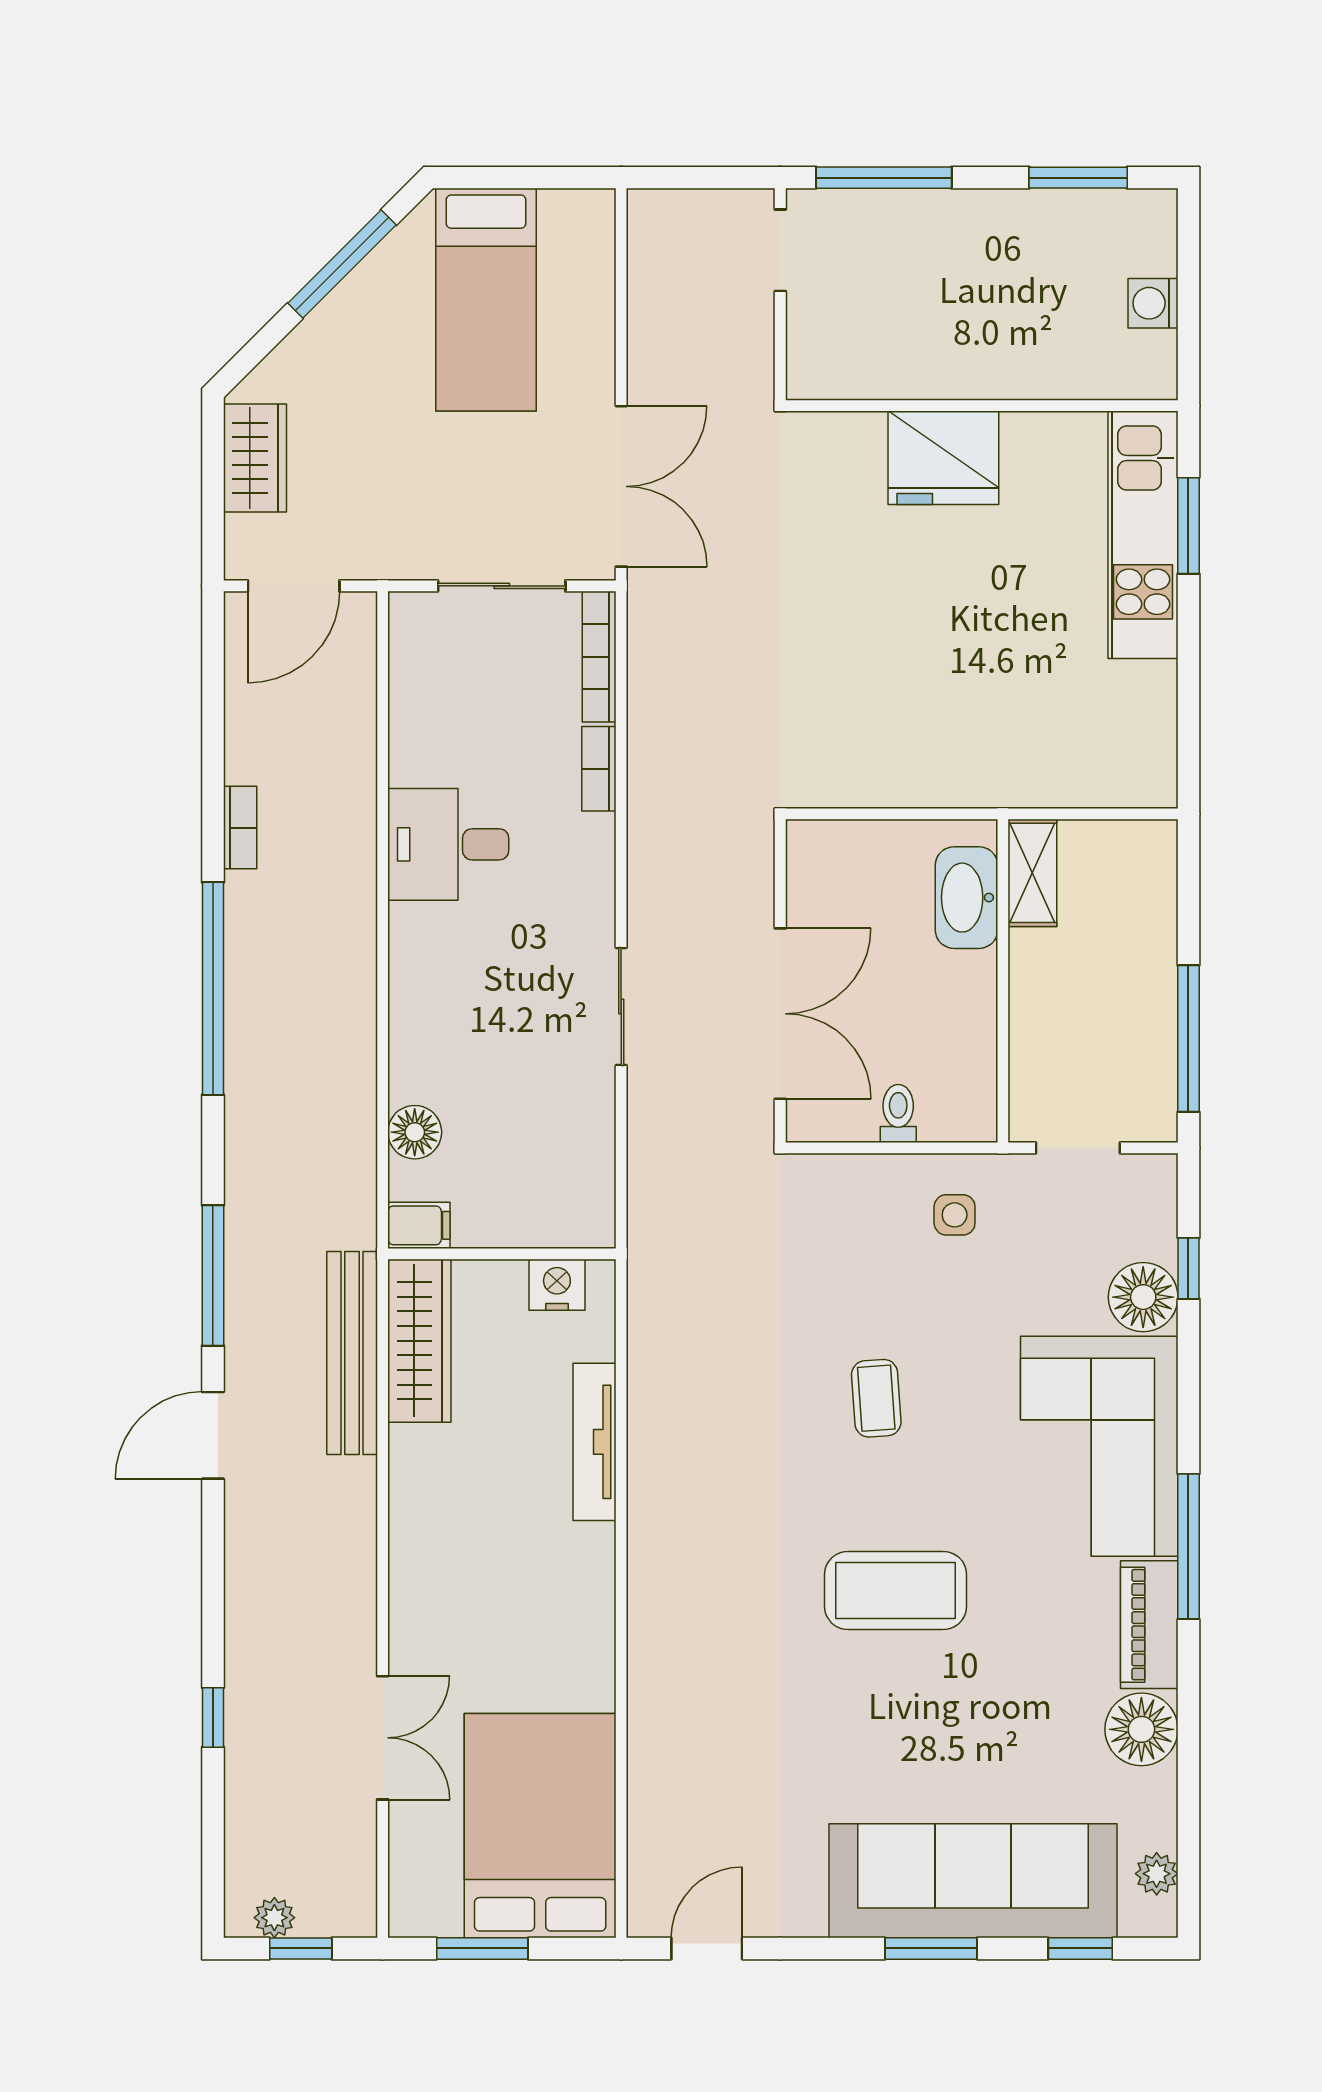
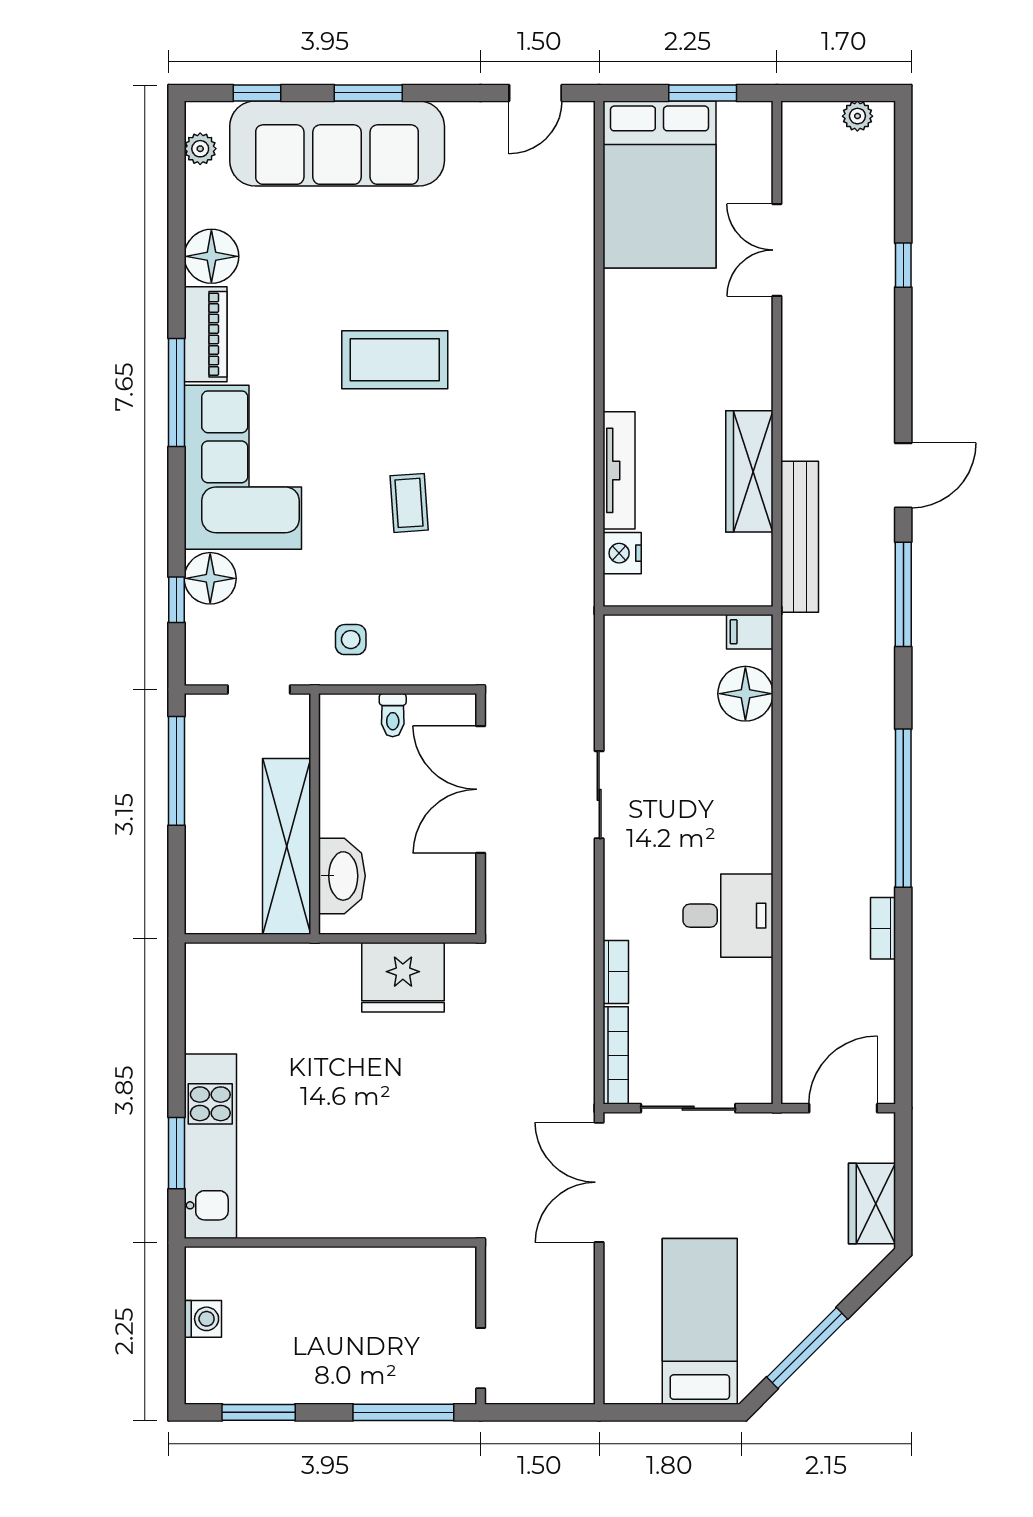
fridge: (943, 458) -> (403, 977), moved, turned 180
shelving: (1032, 873) -> (287, 846), width x2.20, depth x1.33
floor lamp: (415, 1132) -> (745, 694), width x1.38, depth x1.38
nightstand: (557, 1285) -> (622, 553), moved, turned 90
wardrobe: (419, 1341) -> (749, 471), moved
window: (301, 1948) -> (838, 93), removed

